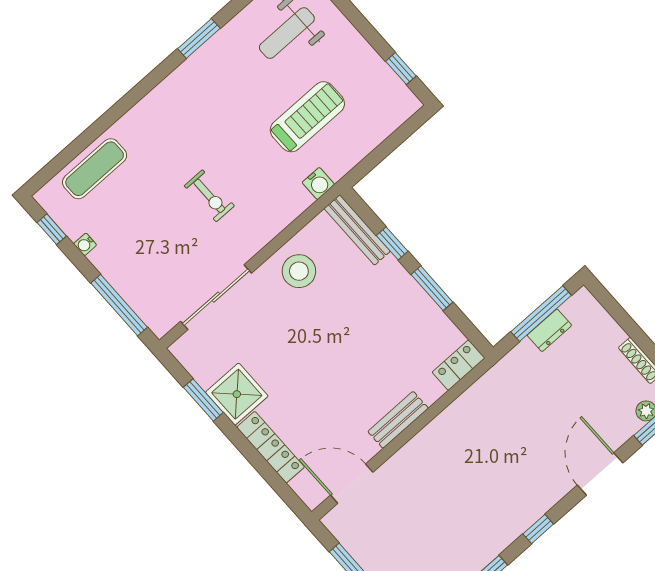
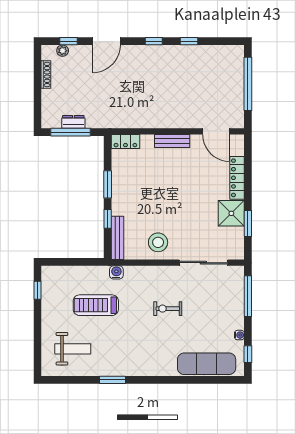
exercise mat: (95, 169) -> (207, 364), width x1.36, depth x1.45
exercise bike: (209, 196) -> (168, 309), turned -90

